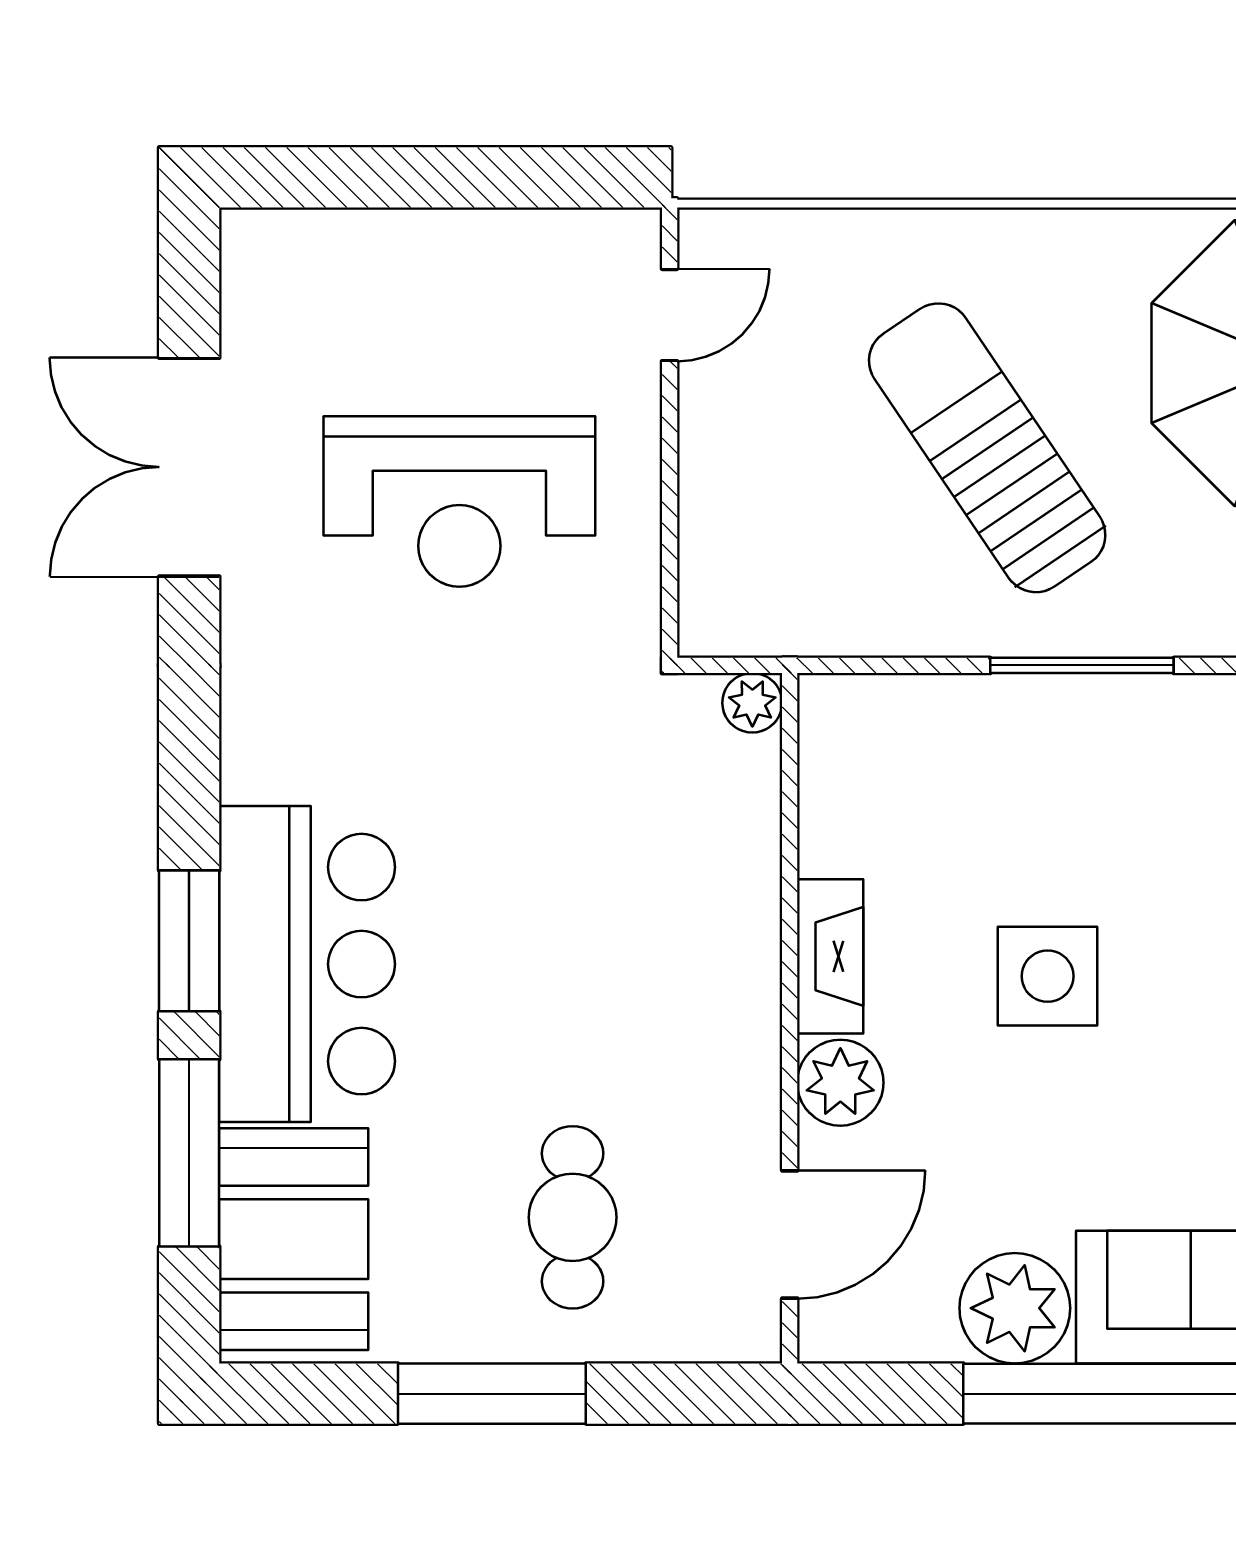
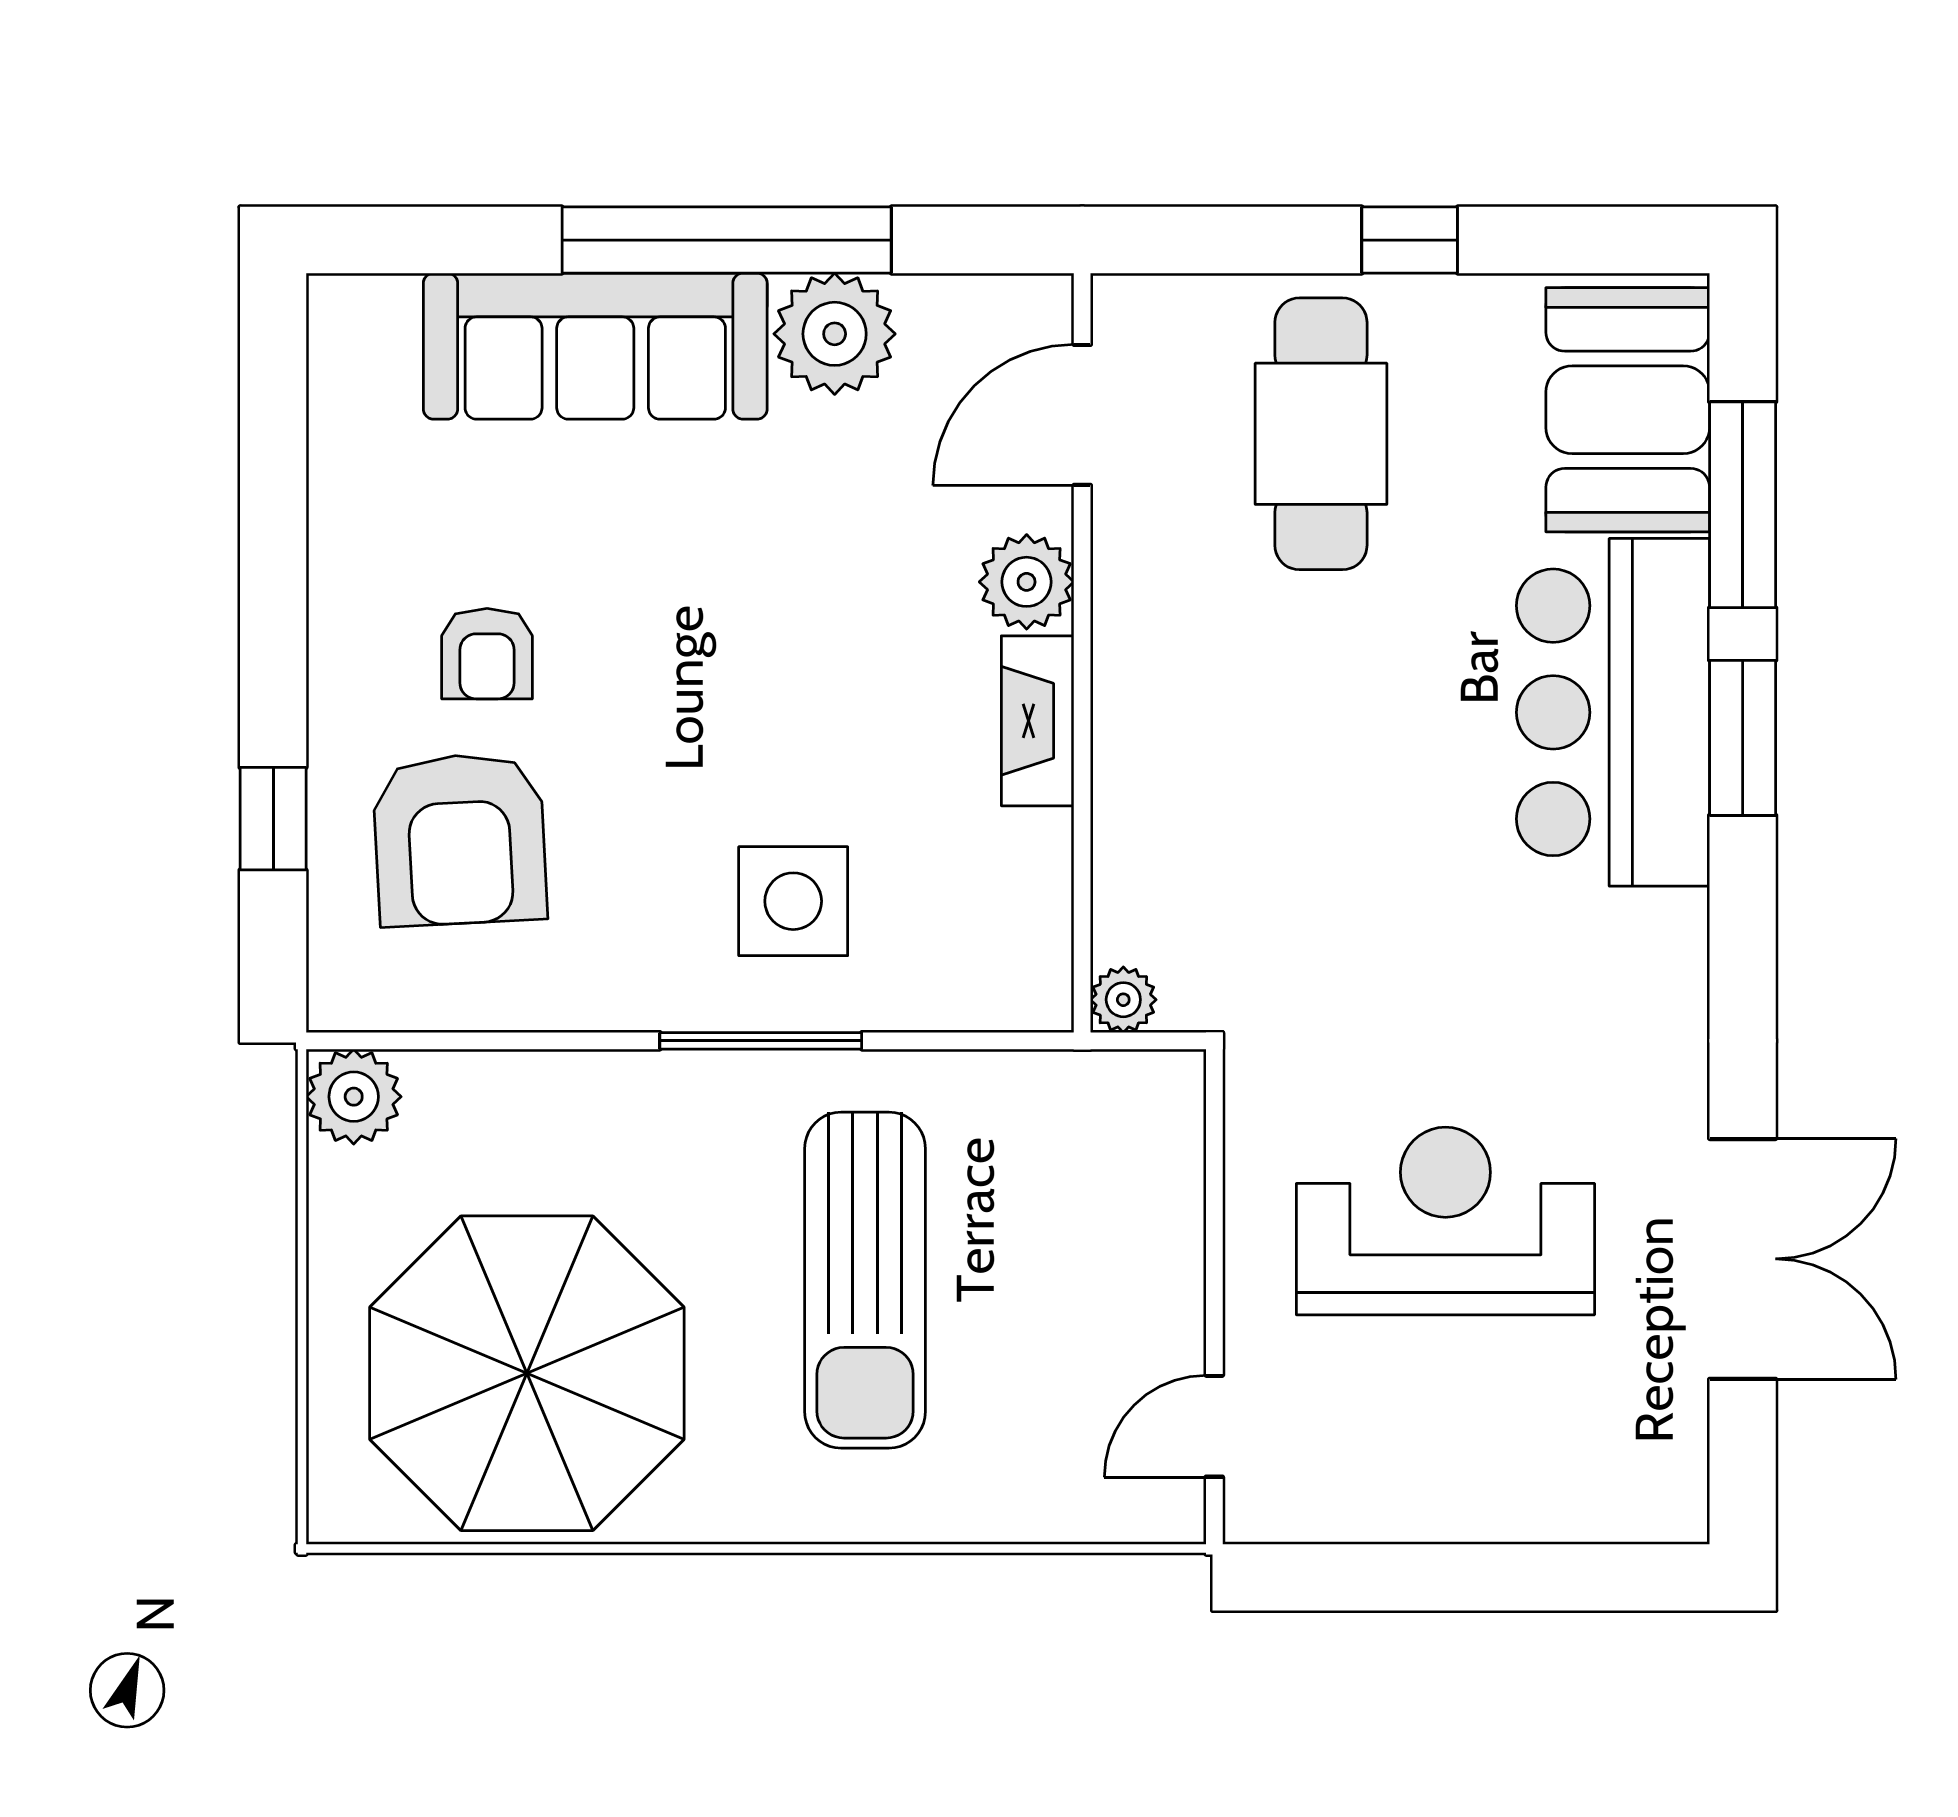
sun lounger: (987, 448) -> (865, 1280), turned 34
side table: (1048, 976) -> (793, 901), moved
cafe table: (573, 1217) -> (1321, 434), width x1.37, depth x1.35
window: (492, 1394) -> (1410, 240), width x0.46

